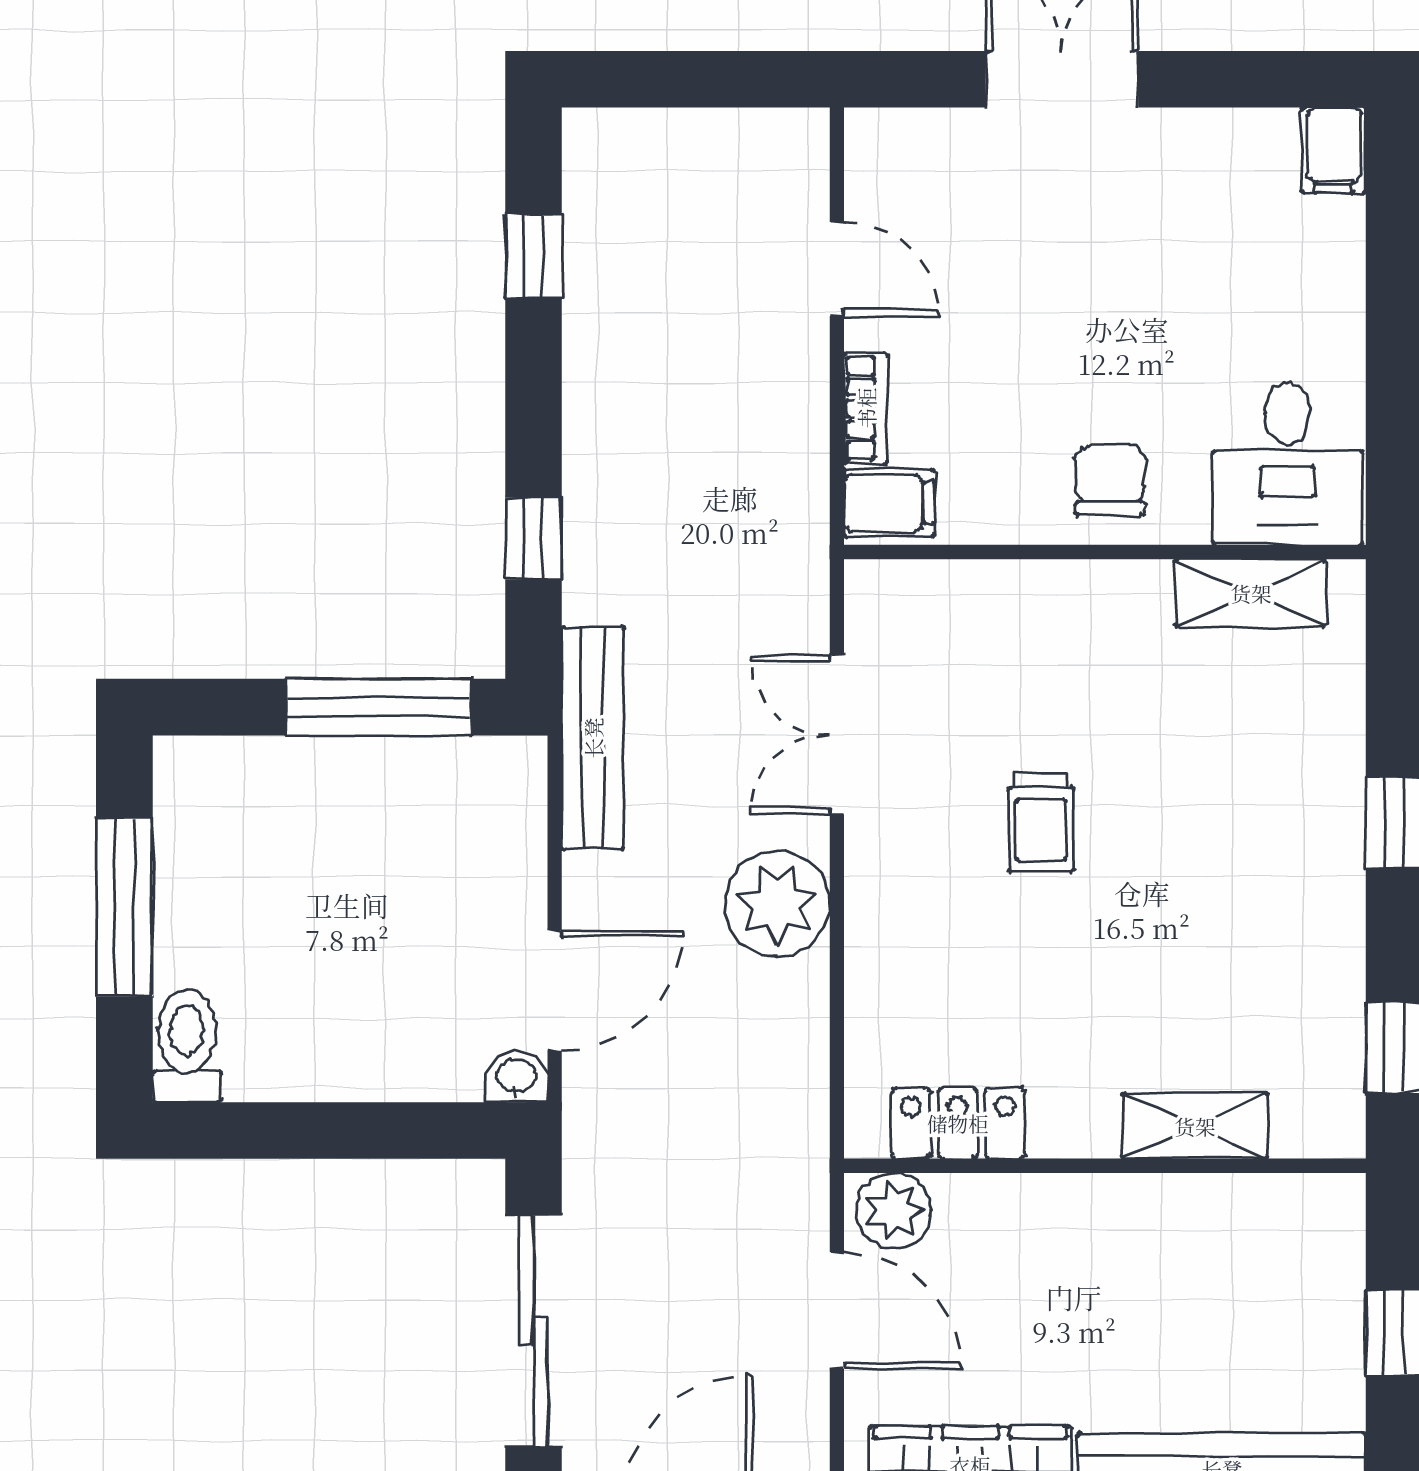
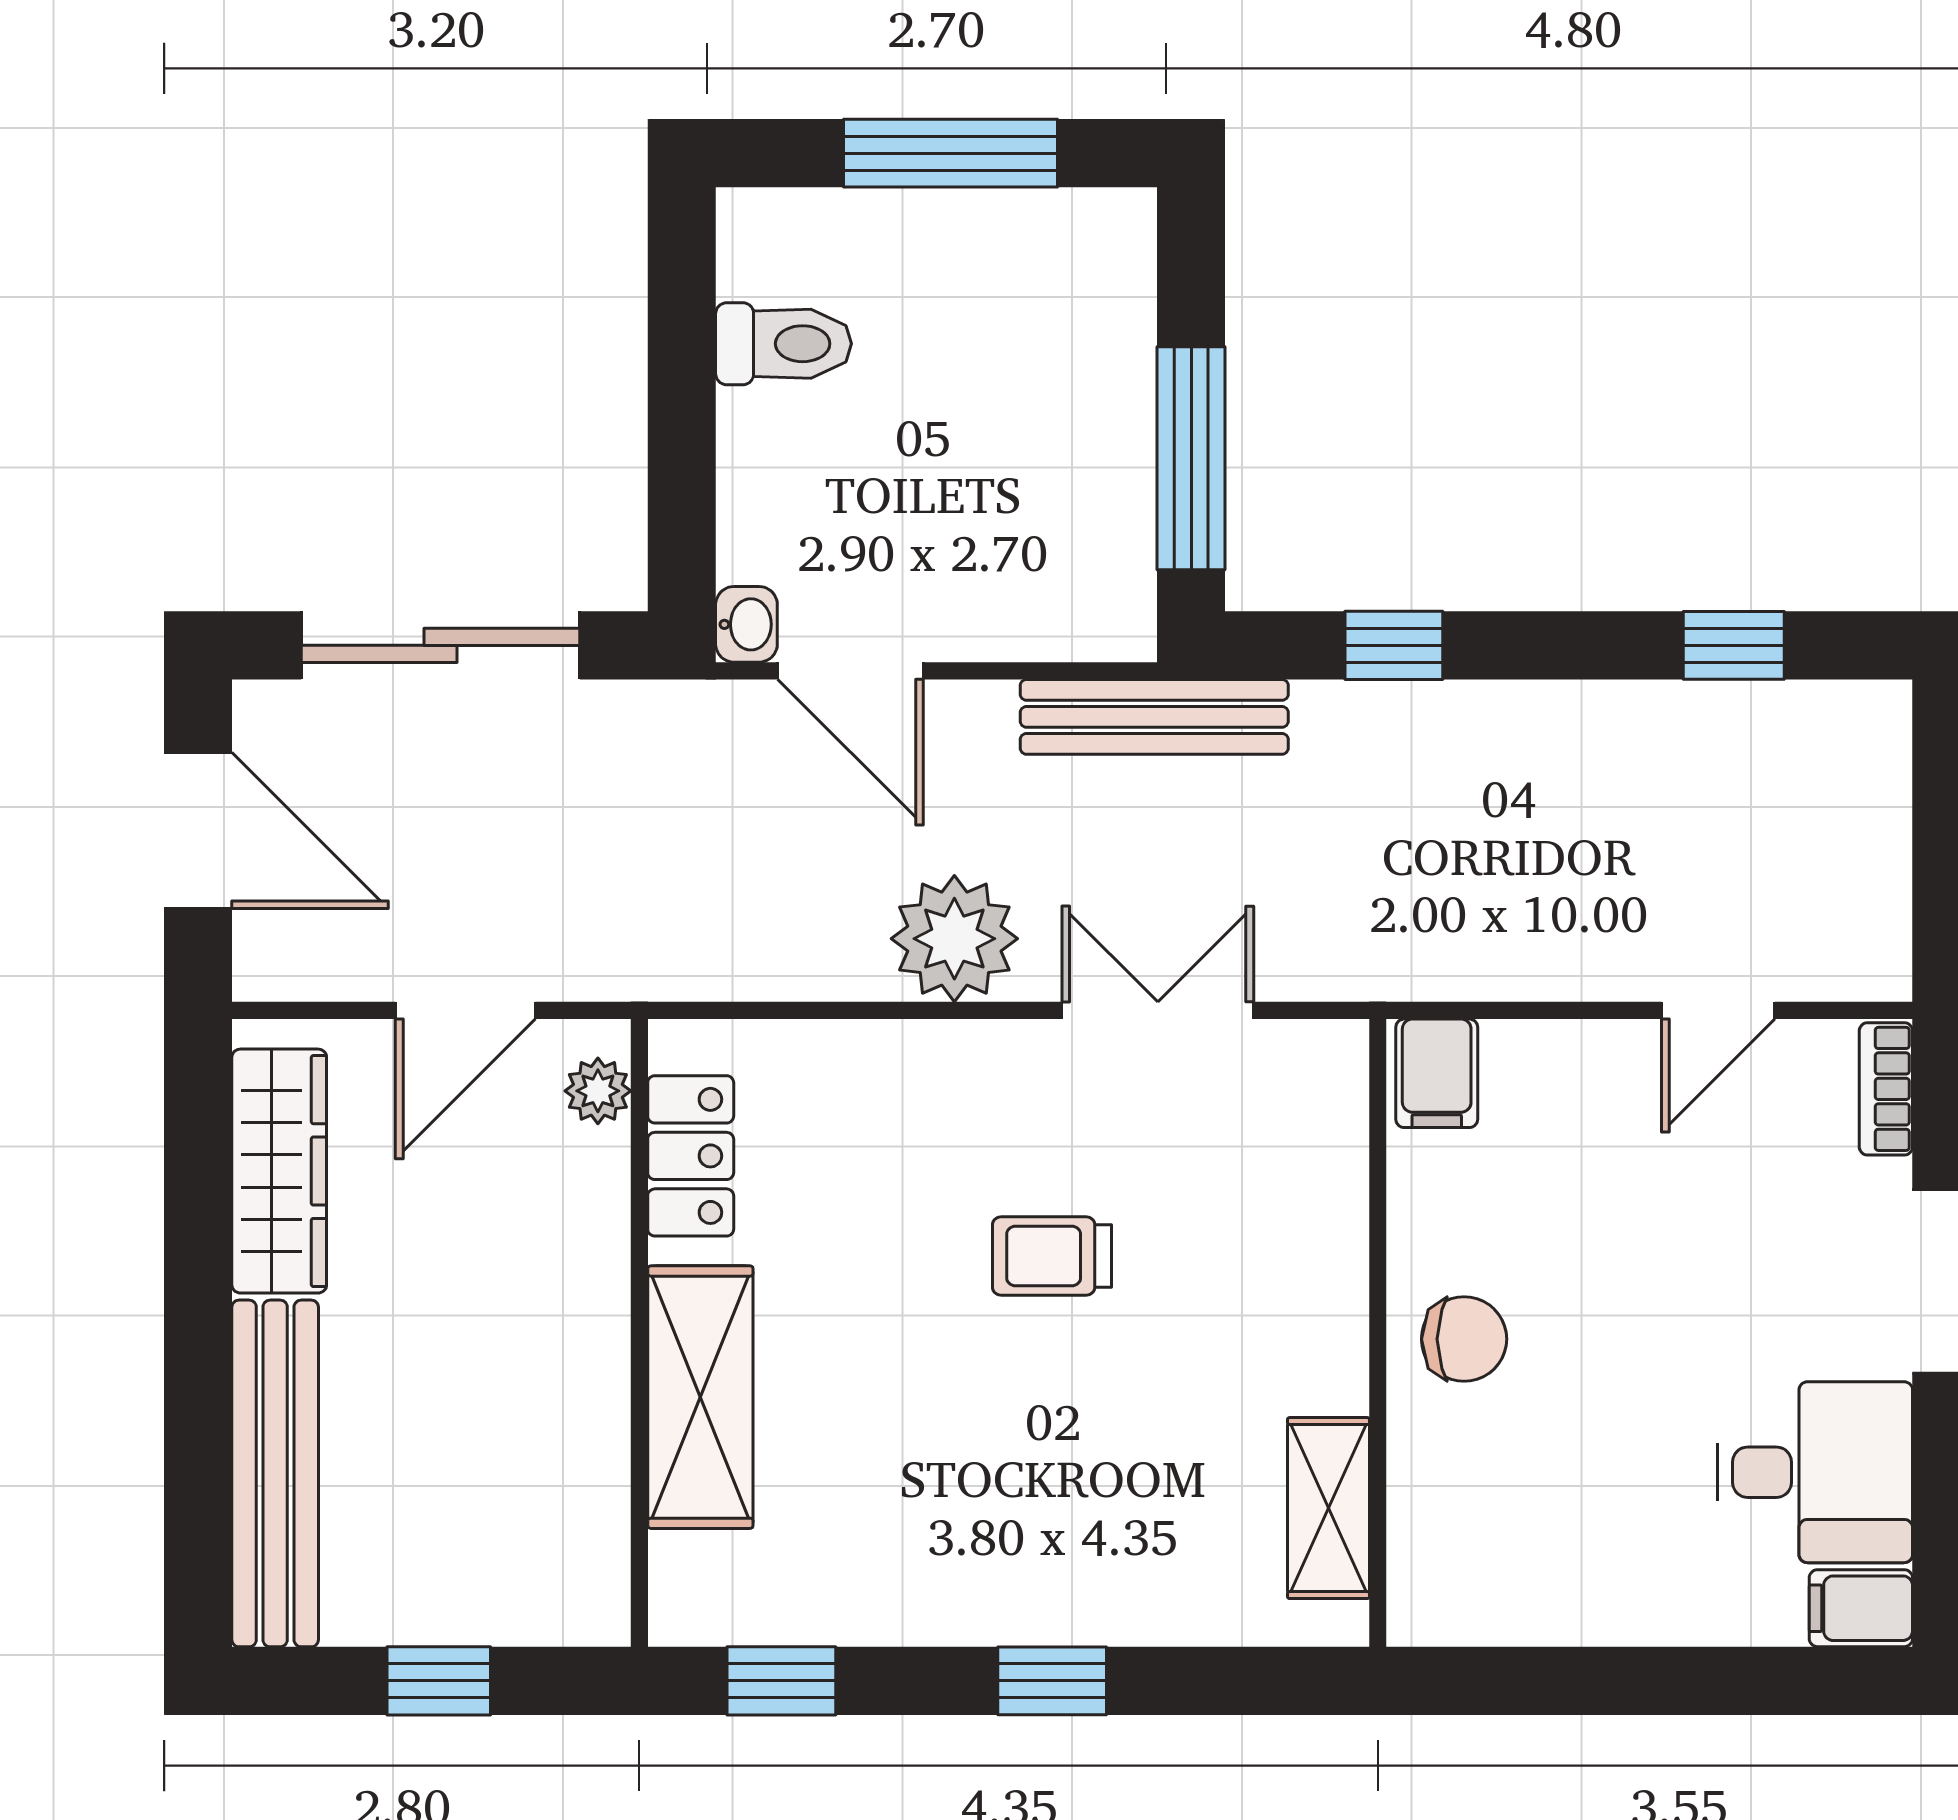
bookcase: (866, 408) -> (1886, 1089), moved, turned 90
desk: (1287, 464) -> (1815, 1472), moved, turned 180
toilet: (187, 1046) -> (784, 344), moved
shelving: (1195, 1126) -> (700, 1397), width x1.50, depth x1.33
plant: (893, 1211) -> (598, 1091), width x0.73, depth x0.73

